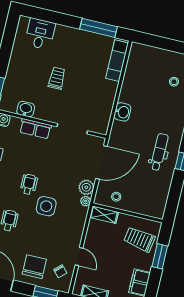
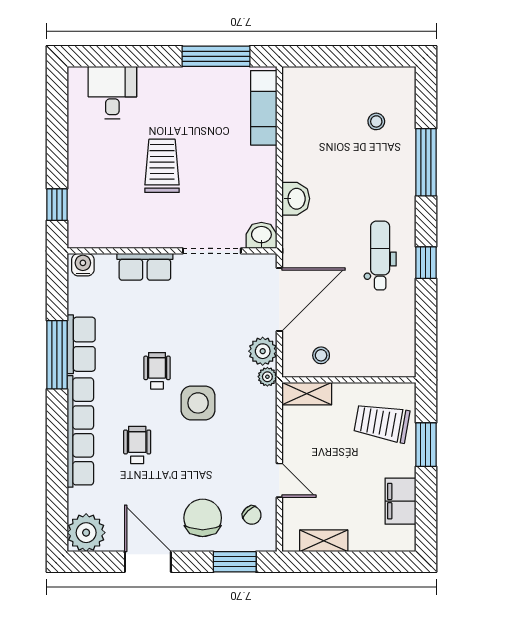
trolley: (57, 78) -> (162, 166), width x1.36, depth x1.39
washbasin: (26, 109) -> (261, 235), moved

